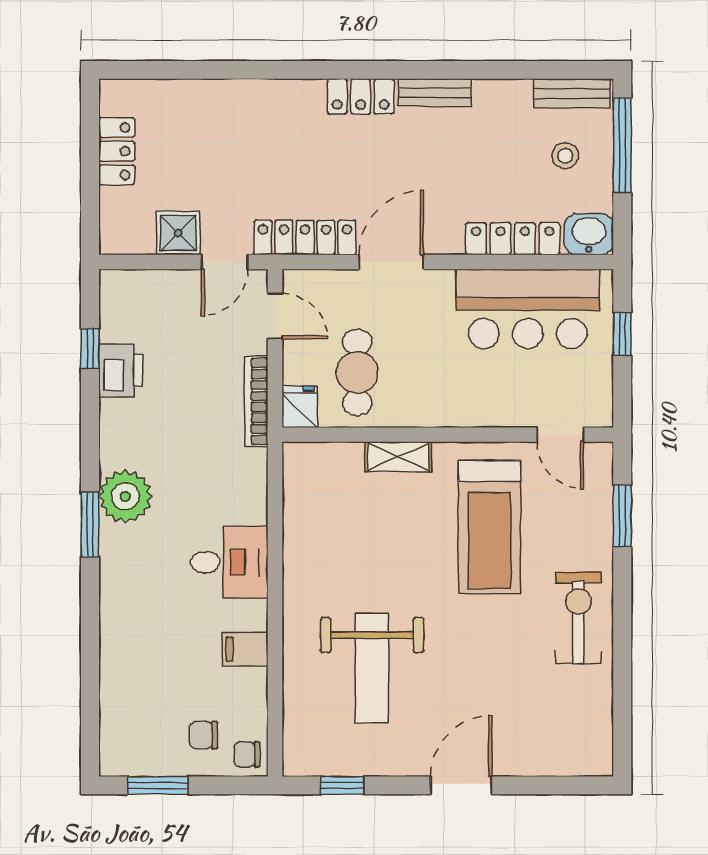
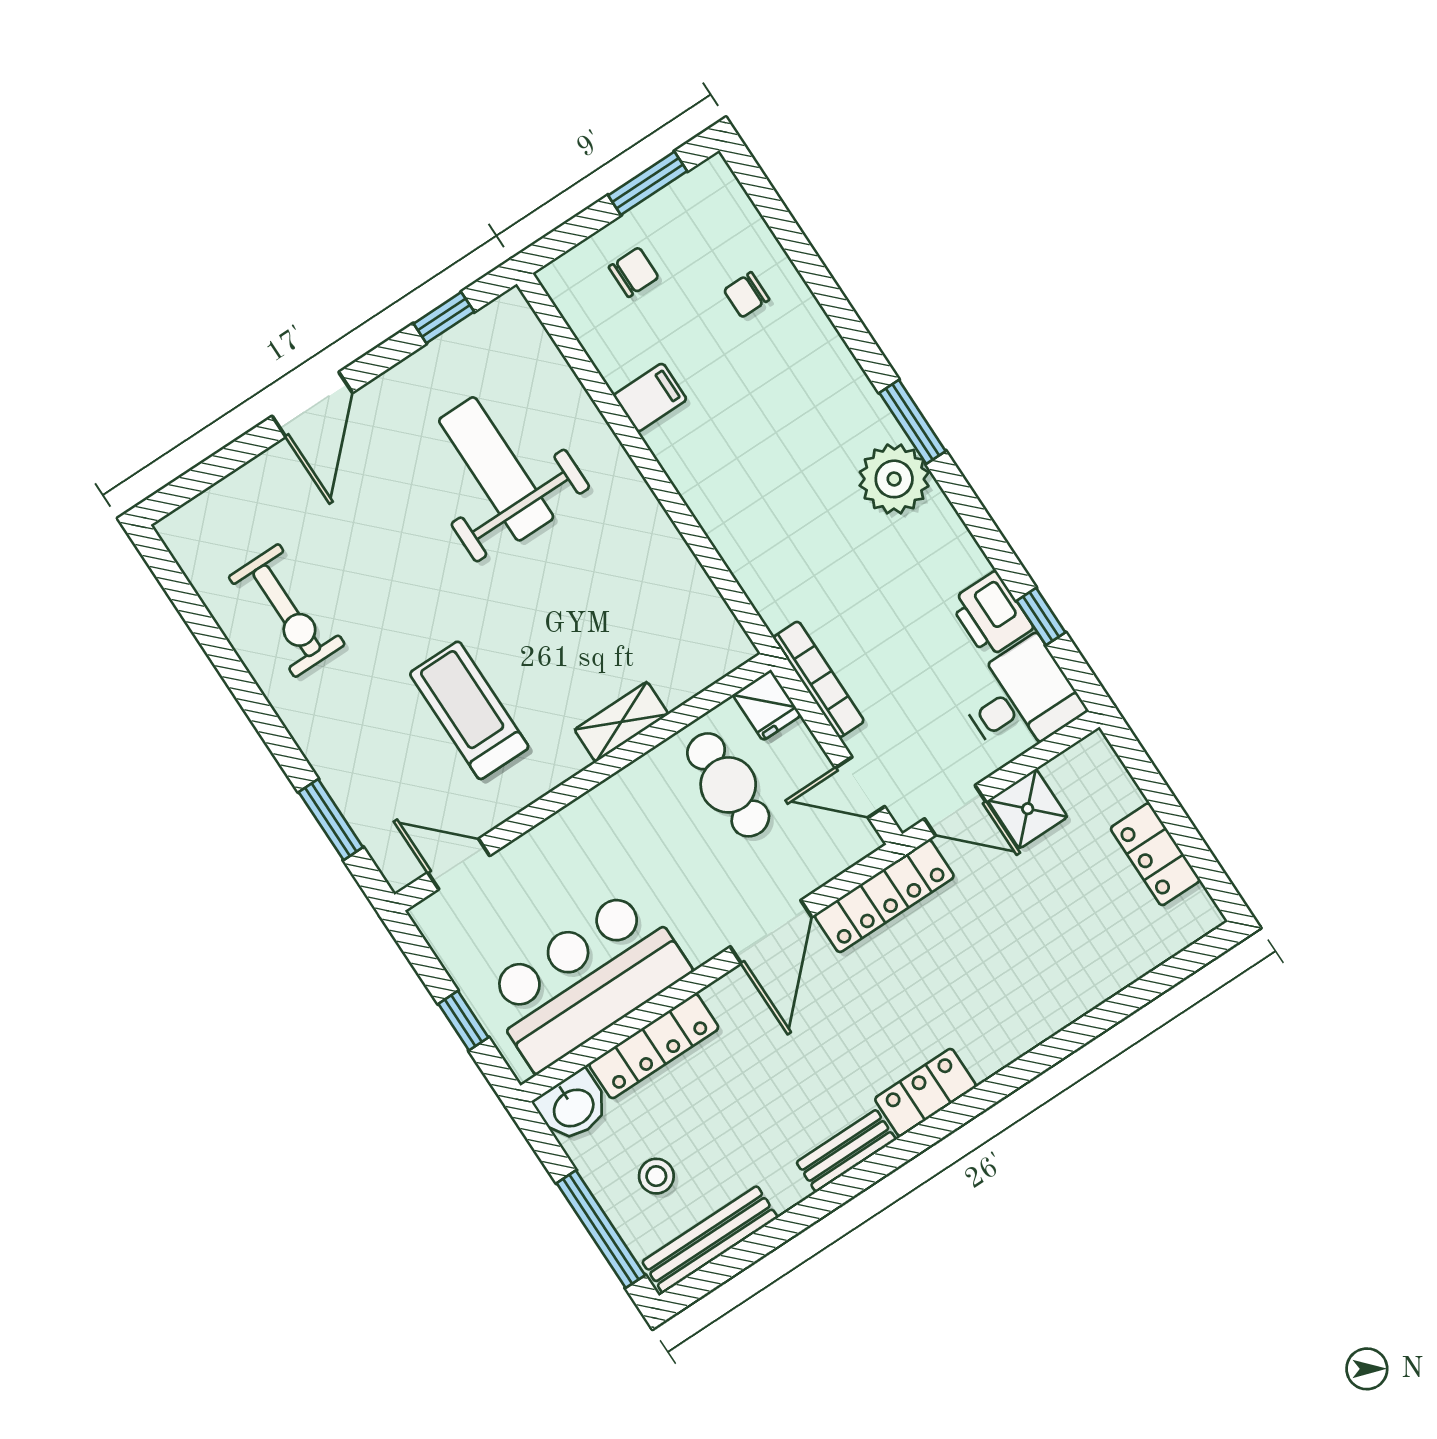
bench: (572, 93) -> (710, 1240), width x1.36
door: (225, 262) -> (955, 810), swing flipped
treadmill: (489, 527) -> (469, 710), width x0.73, depth x0.73
desk: (229, 562) -> (1020, 699), moved, turned 180
exercise bike: (578, 618) -> (287, 611), moved
chair: (247, 754) -> (747, 295), moved, turned 180

